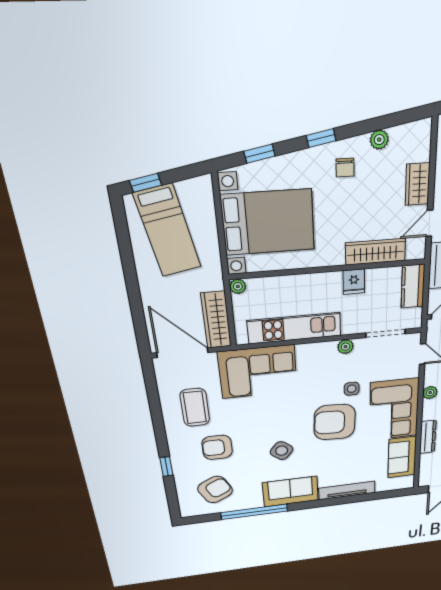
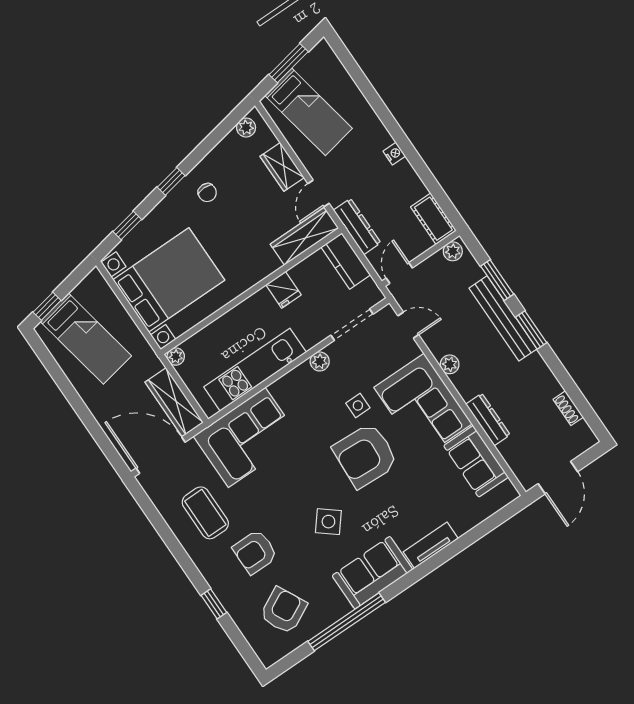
plant: (379, 140) -> (246, 128), moved
wardrobe: (376, 252) -> (304, 236), moved
tv unit: (347, 490) -> (431, 545), width x0.71

